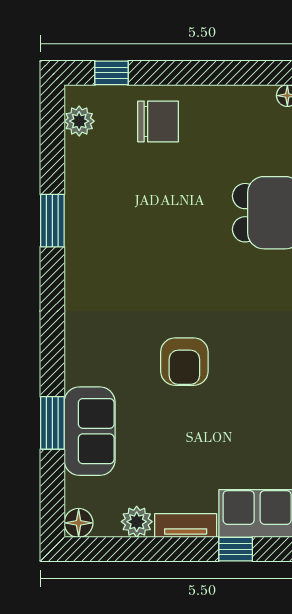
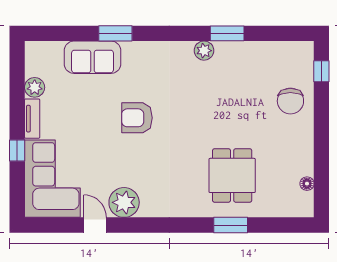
plant: (79, 121) -> (204, 51), moved
window: (52, 423) -> (115, 33), moved
floor lamp: (79, 523) -> (34, 50), removed

